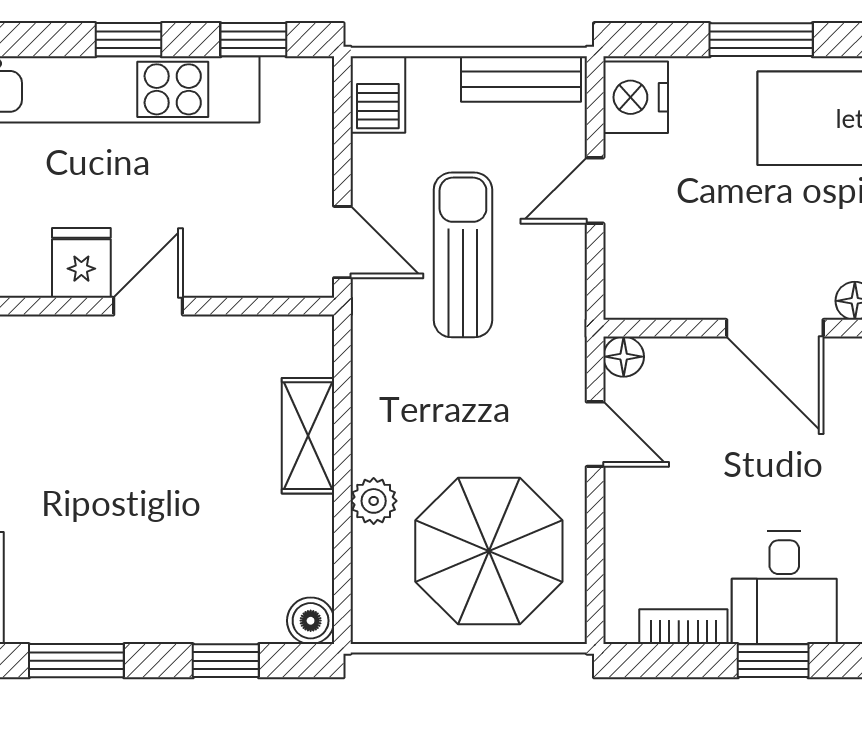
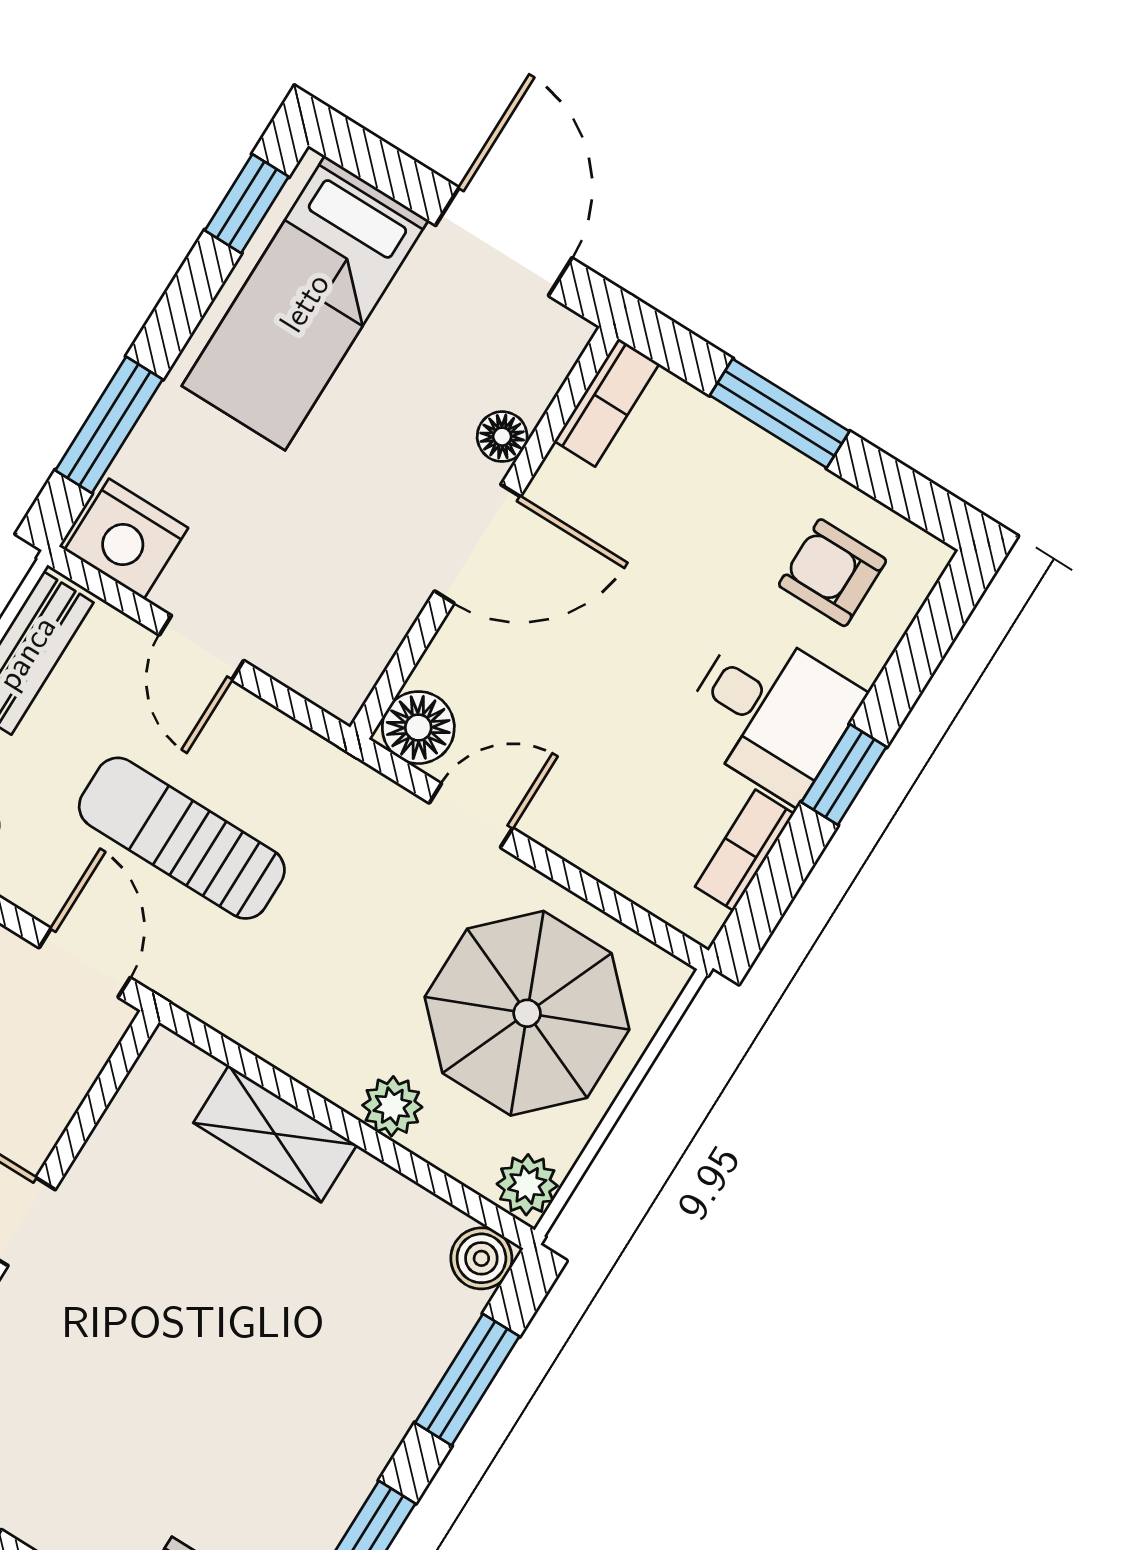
window: (761, 40) -> (109, 425), moved
door: (342, 242) -> (85, 963), hinge flipped
floor lamp: (624, 357) -> (418, 728), width x1.37, depth x1.37
plant: (377, 621) -> (527, 1185), added
window: (226, 661) -> (467, 1380), width x1.50

